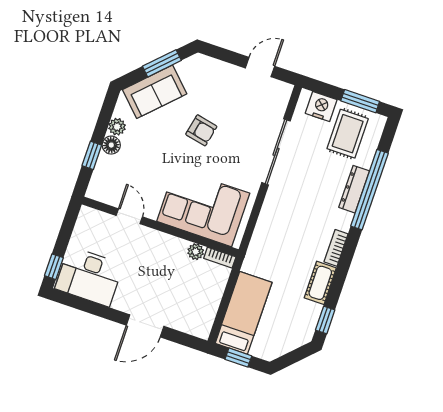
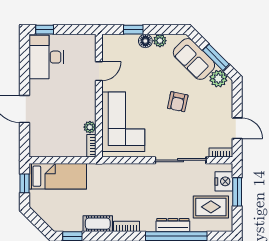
plant: (190, 69) -> (218, 79), added
bookcase: (283, 98) -> (221, 152), added
window: (360, 101) -> (237, 192), moved

